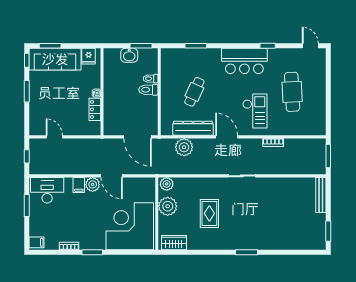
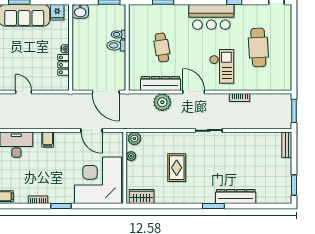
washbasin: (129, 55) -> (80, 11), moved
cafe table: (194, 92) -> (162, 47), turned -33
plant: (184, 147) -> (162, 102), moved
door: (112, 176) -> (92, 130), moved
plant: (93, 184) -> (61, 139), removed
bench: (321, 195) -> (287, 145), width x0.73
plant: (168, 206) -> (131, 156), width x0.53, depth x0.53
dresser: (269, 243) -> (236, 196), added

